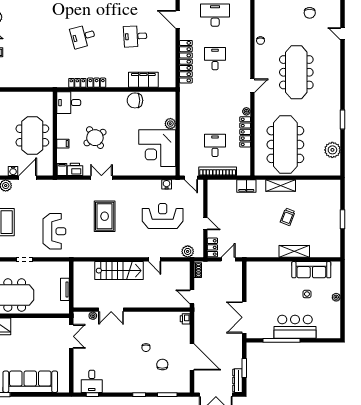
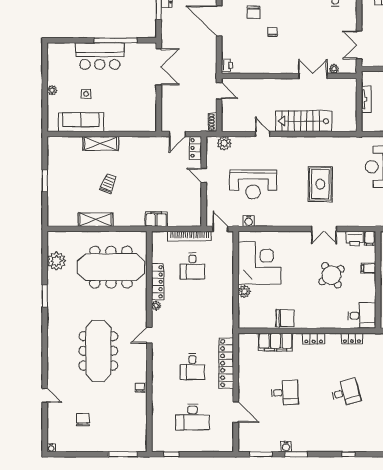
locker: (97, 83) -> (314, 339), moved
meeting table: (285, 145) -> (111, 267), turned 90
shelving: (281, 186) -> (96, 220), moved

